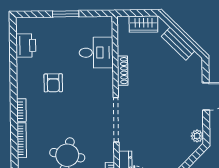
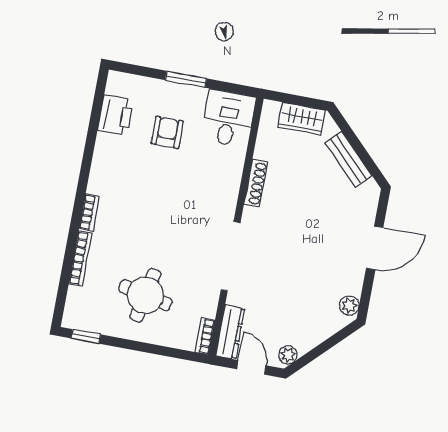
desk: (96, 53) -> (228, 118), moved, turned -90
armchair: (53, 83) -> (167, 132), moved, turned 180

